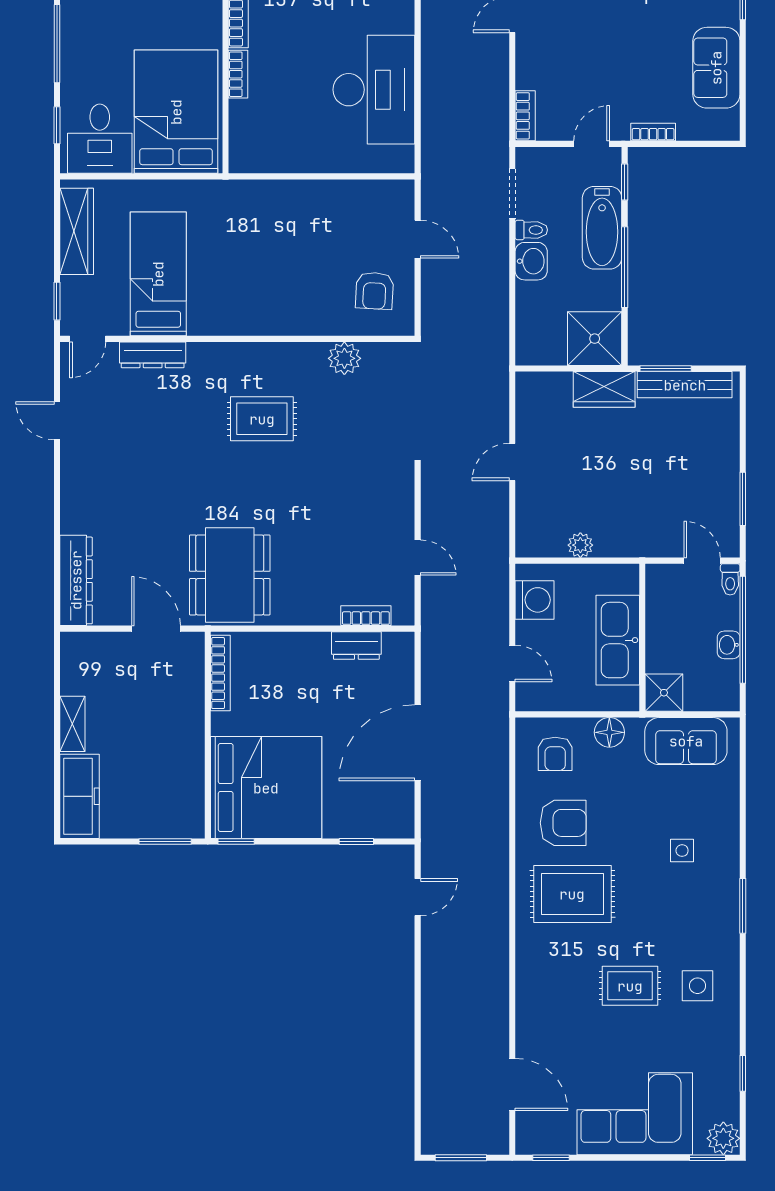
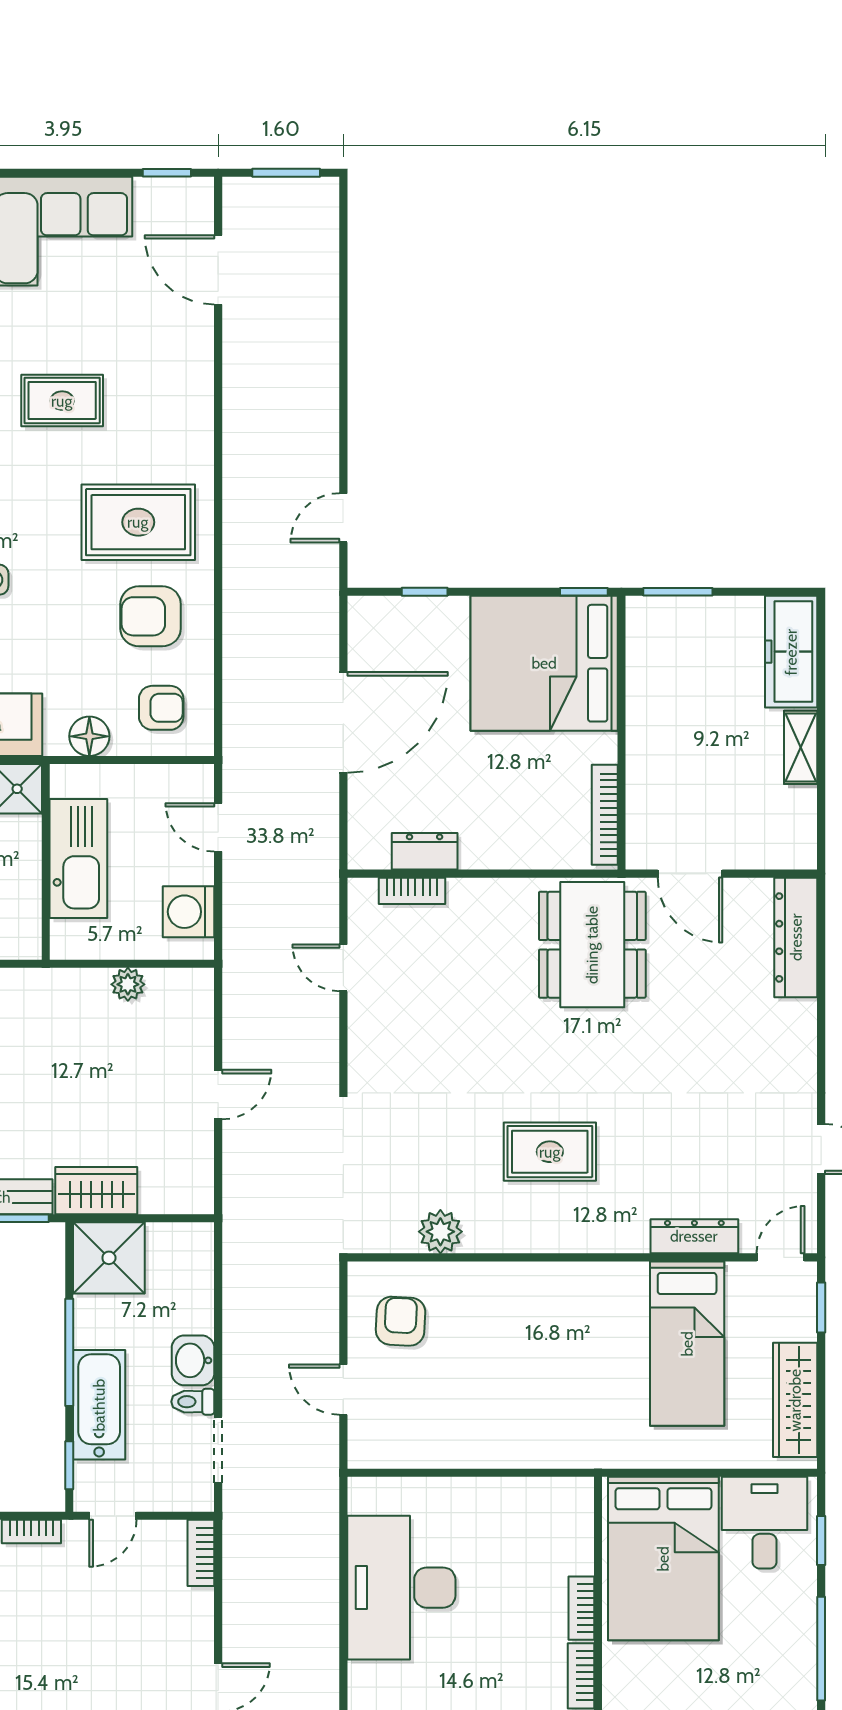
armchair: (555, 754) -> (161, 708), turned 90

